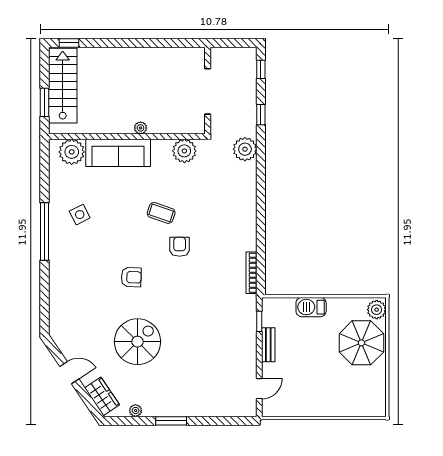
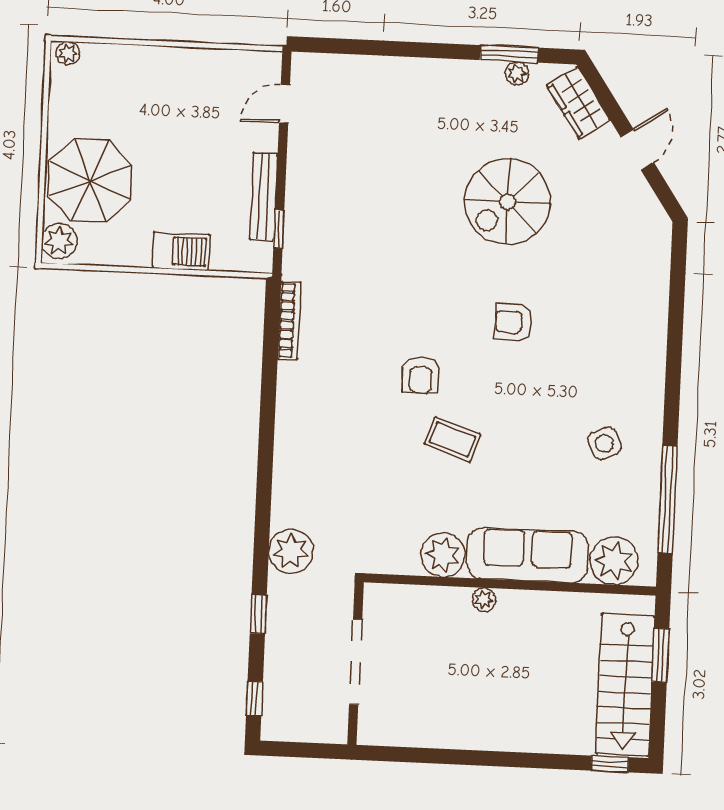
plant: (184, 151) -> (443, 555), moved
window: (45, 231) -> (667, 500), moved
bench: (268, 345) -> (264, 196), width x1.36
door: (69, 373) -> (637, 150), swing flipped
plant: (377, 410) -> (68, 53), added
window: (171, 421) -> (509, 54), moved

